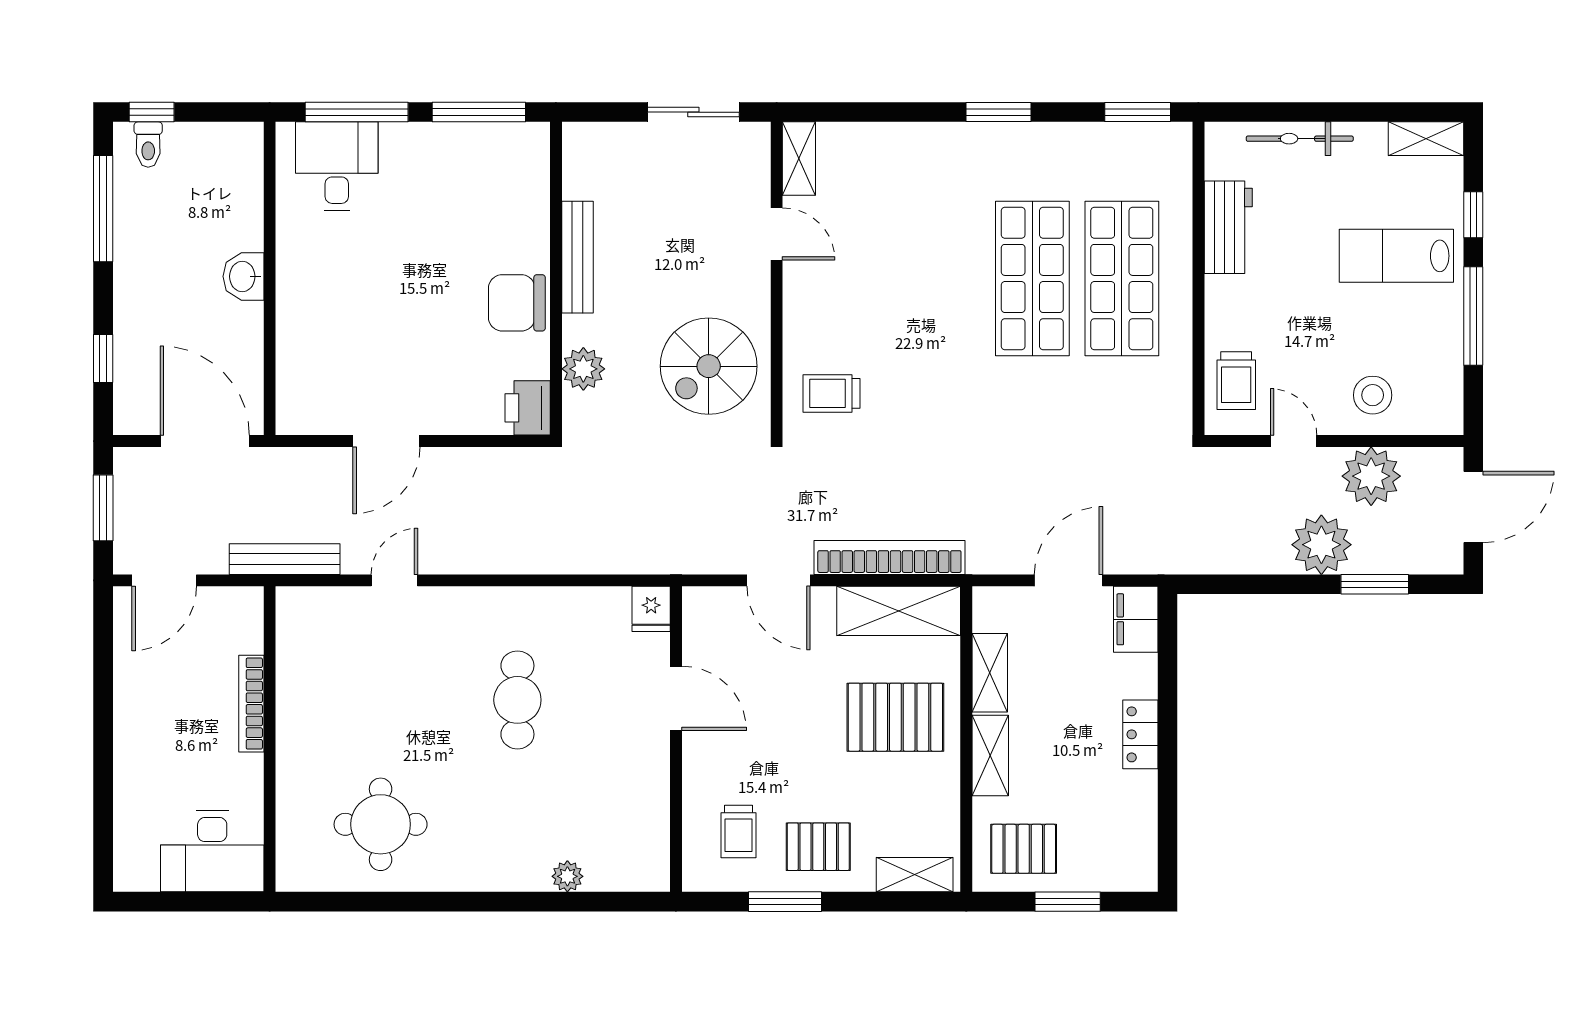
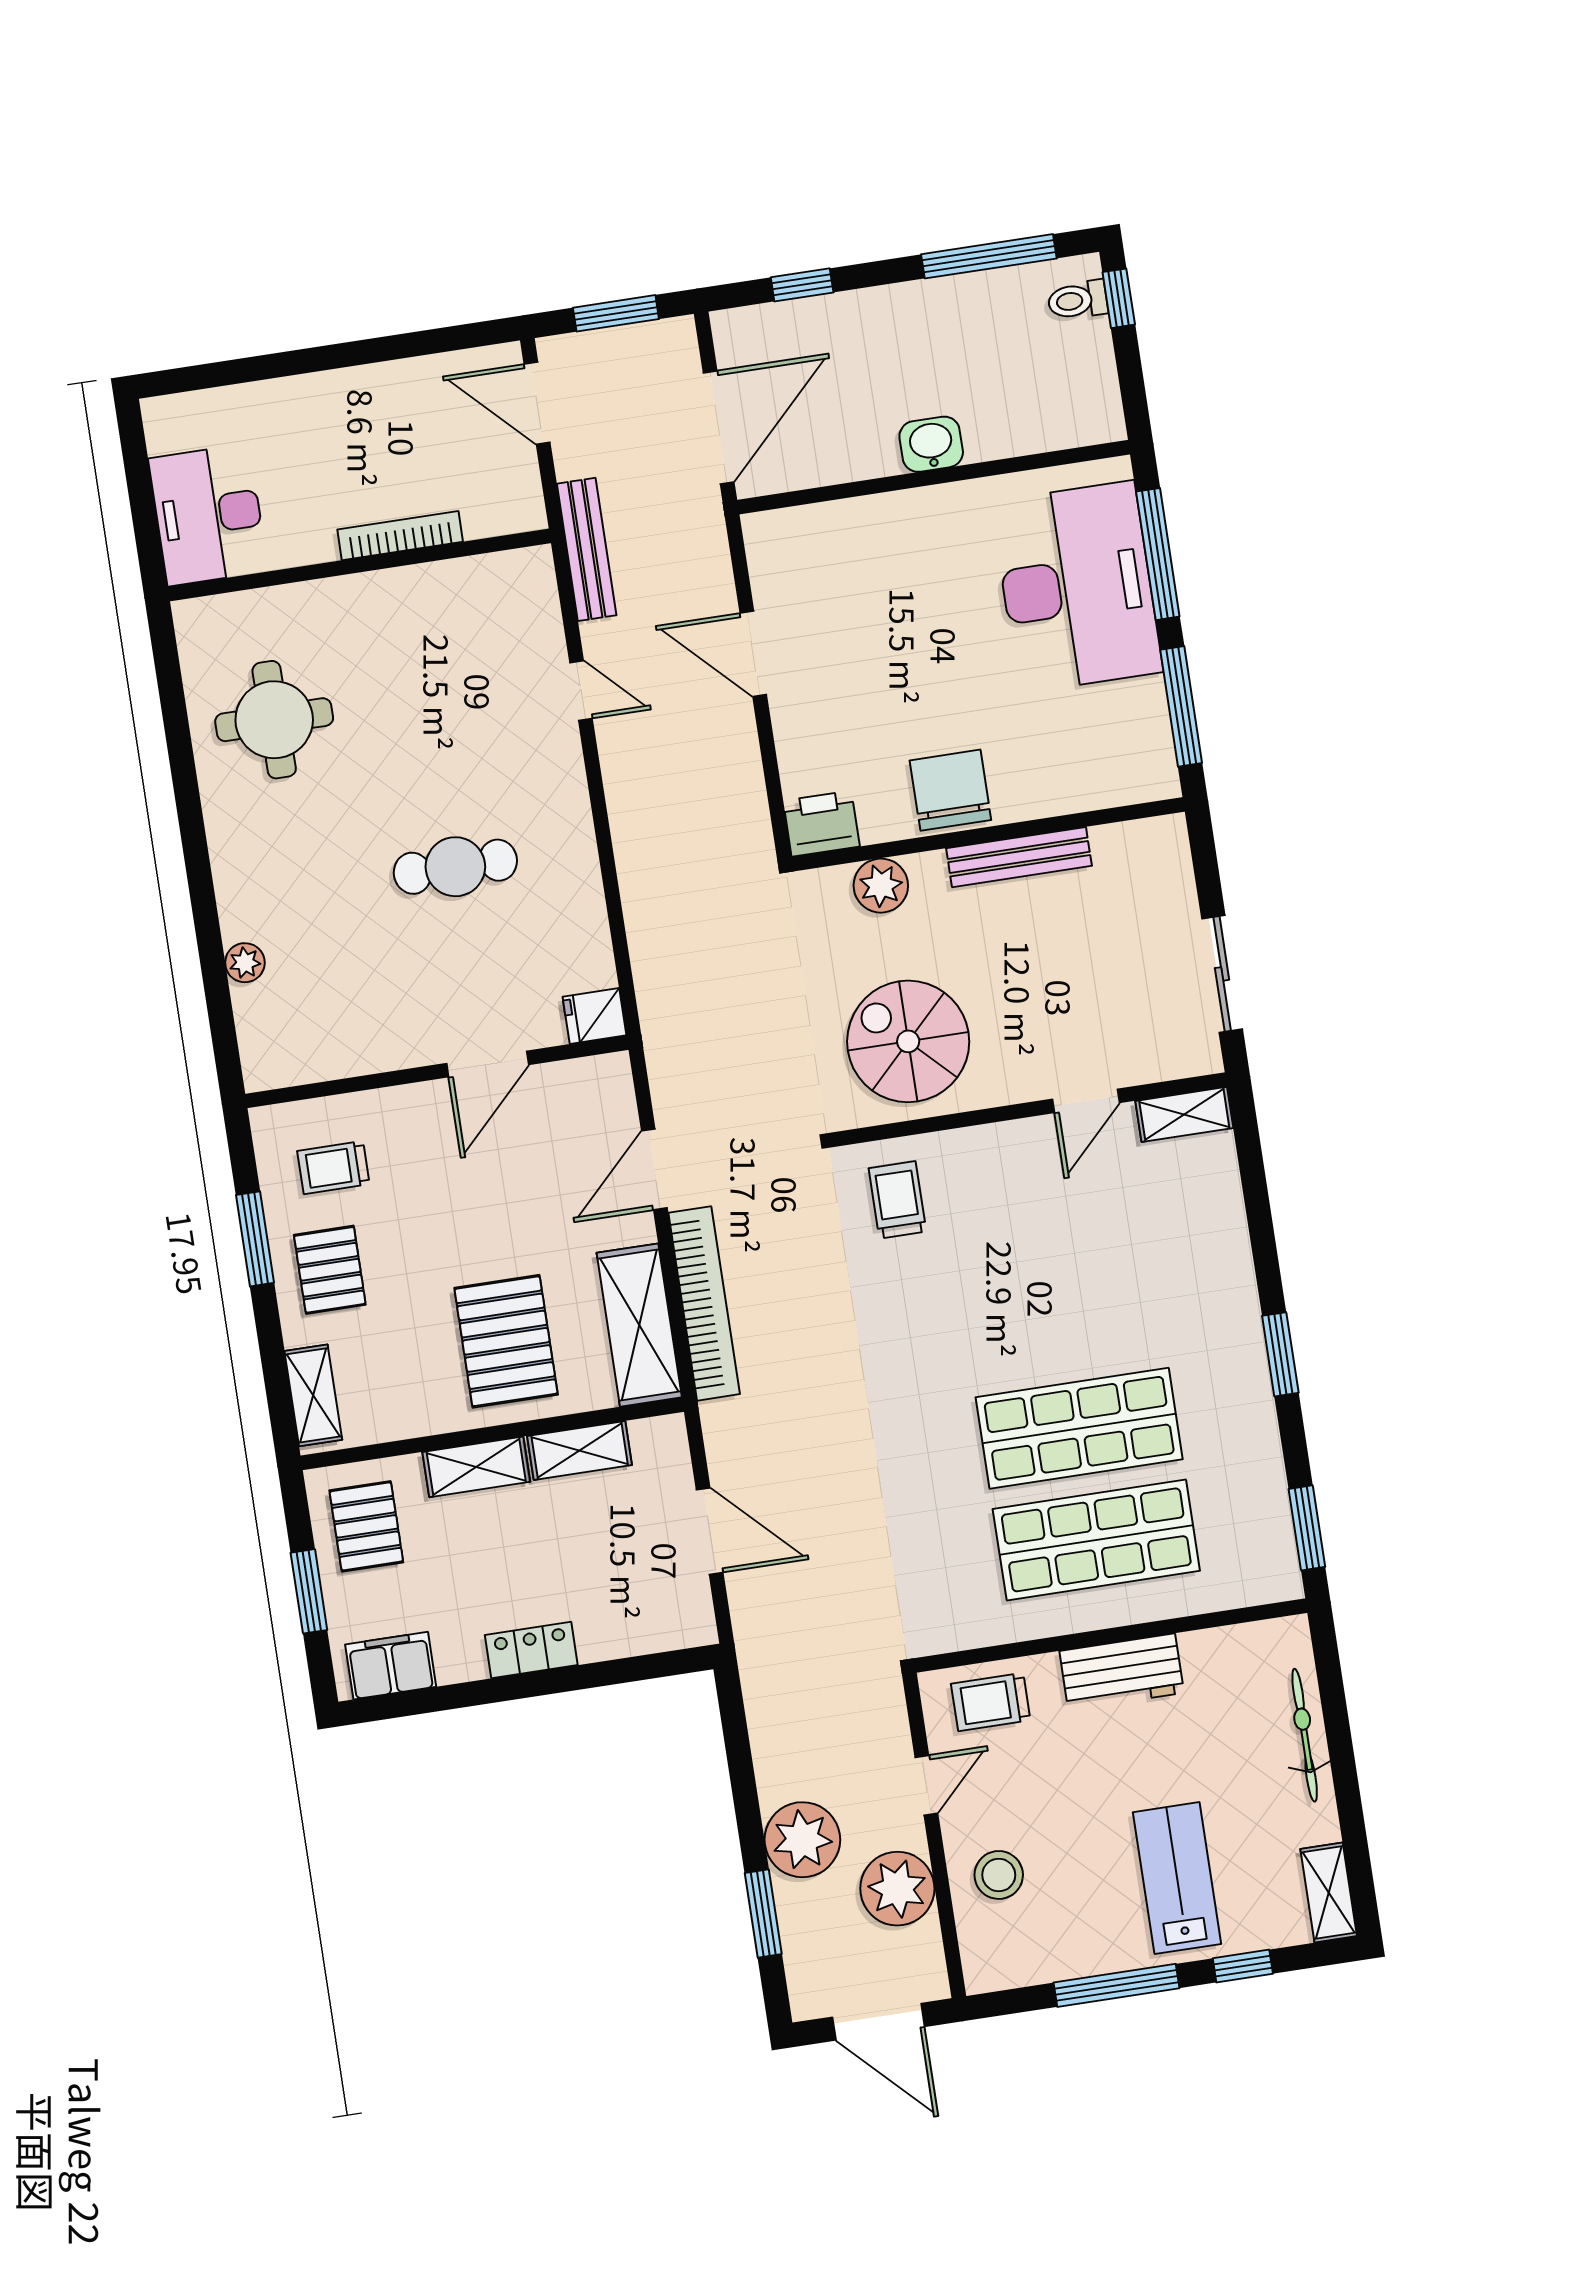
desk: (337, 166) -> (1077, 587), width x1.87, depth x1.30
workbench: (1228, 227) -> (1122, 1672), moved
filing cabinet: (1136, 619) -> (391, 1666), moved

